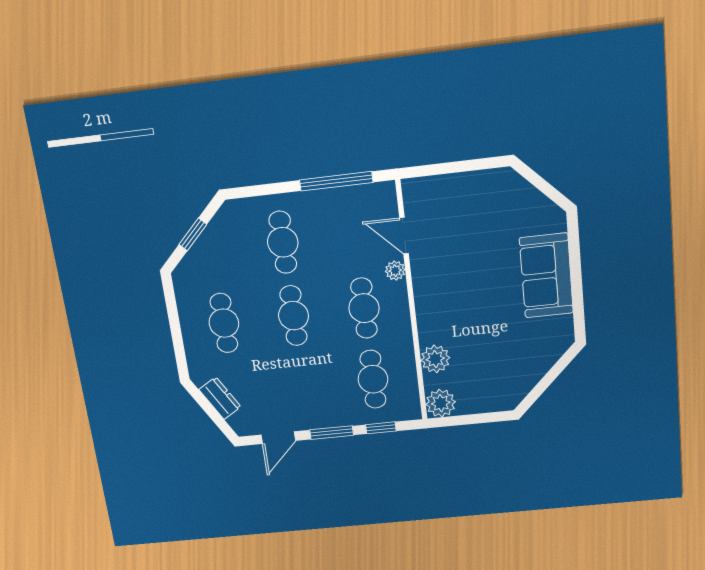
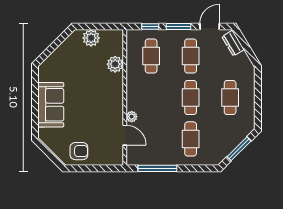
armchair: (487, 196) -> (79, 151), added
window: (193, 234) -> (239, 149), width x1.50
cafe table: (364, 308) -> (191, 56), moved
dresser: (220, 398) -> (233, 43), moved
plant: (441, 403) -> (91, 38), moved

